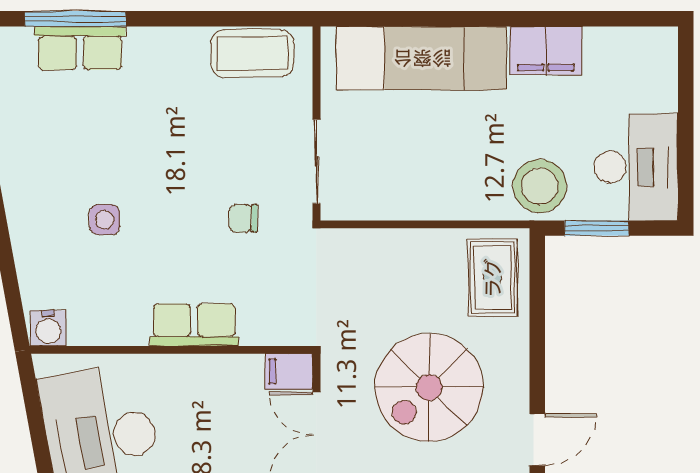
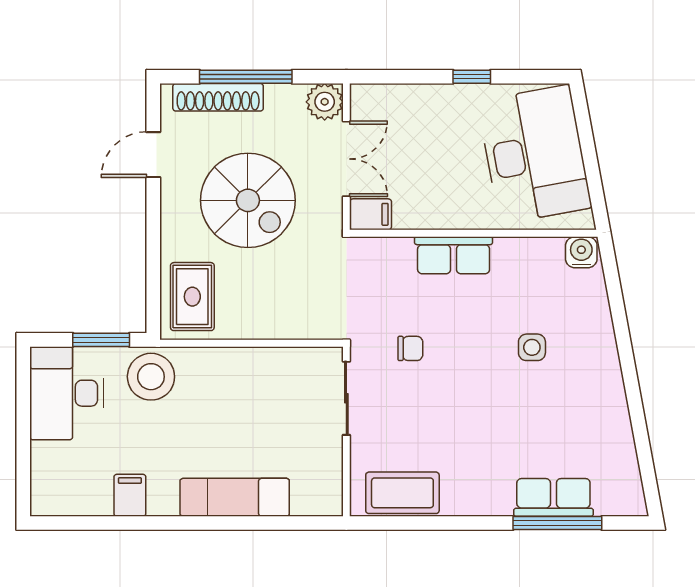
filing cabinet: (546, 51) -> (130, 495), width x0.50
exam couch: (422, 58) -> (235, 497), width x0.73, depth x0.69
spiral stairs: (429, 387) -> (248, 200), turned 90

